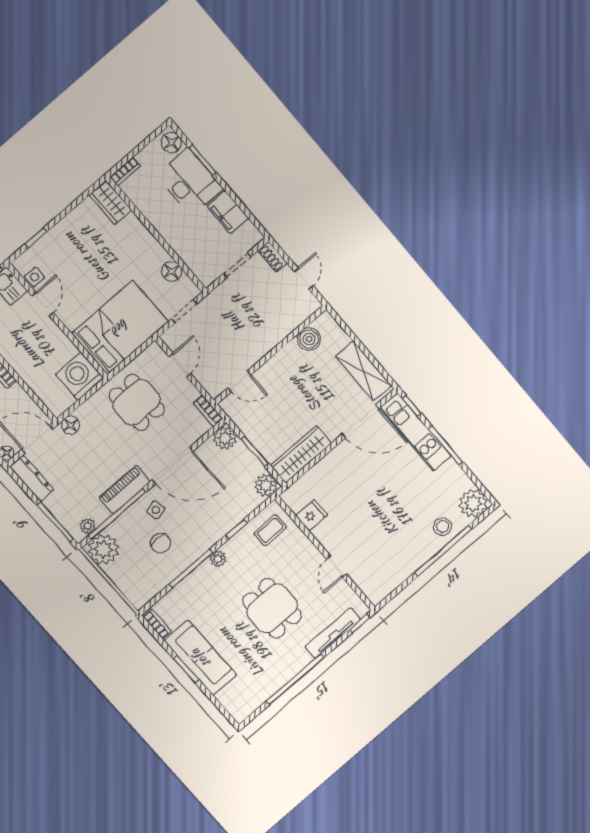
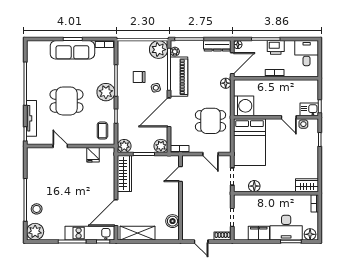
piano: (125, 489) -> (179, 77), width x1.37, depth x1.33
plant: (218, 559) -> (106, 92), width x1.87, depth x1.87

